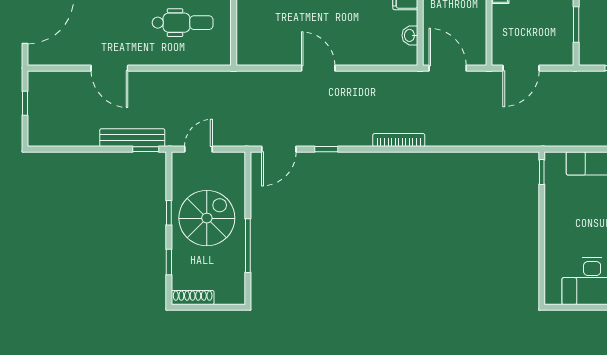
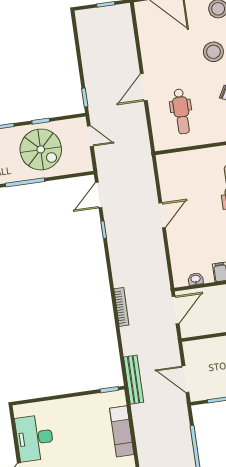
door: (109, 68) -> (144, 87), moved
door: (521, 68) -> (185, 379), moved
bench: (132, 138) -> (134, 380), moved
bookcase: (399, 140) -> (121, 307), moved
door: (279, 149) -> (99, 195), hinge flipped

